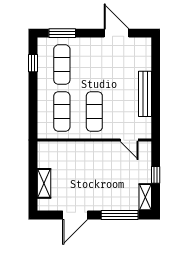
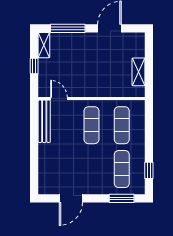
door: (116, 33) -> (71, 198), hinge flipped
bench: (145, 94) -> (44, 121), moved
shelving: (44, 183) -> (138, 72), moved

